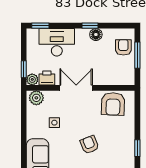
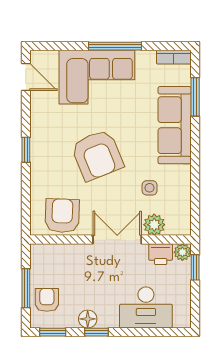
window: (40, 26) -> (53, 332), moved
armchair: (123, 47) -> (47, 300), turned 180
double door: (76, 88) -> (117, 240), swing flipped
plant: (36, 98) -> (154, 225), moved
armchair: (90, 145) -> (97, 155), width x1.88, depth x1.88

